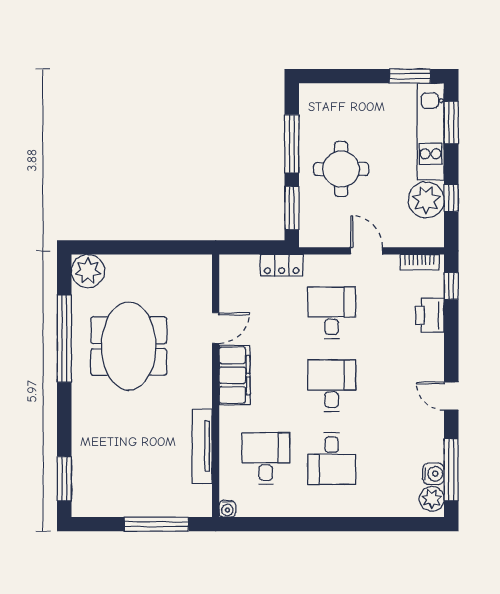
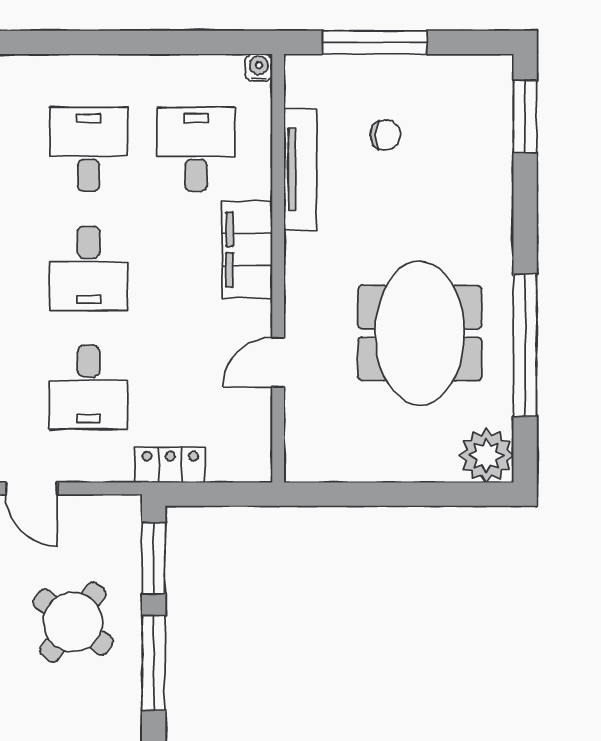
round table: (341, 169) -> (73, 622), turned 37
filing cabinet: (234, 375) -> (247, 250), moved
desk: (266, 459) -> (196, 149), turned 180
chair: (150, 467) -> (385, 135), added

